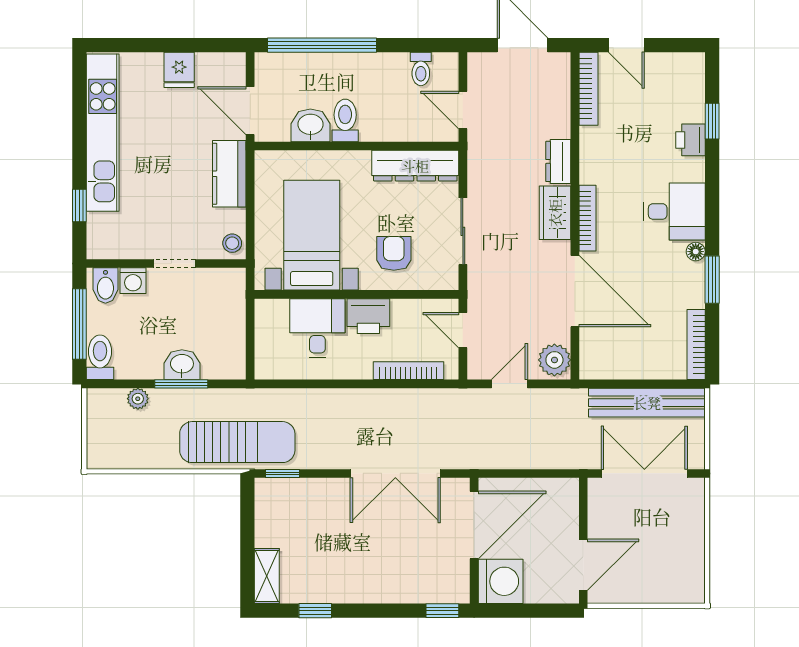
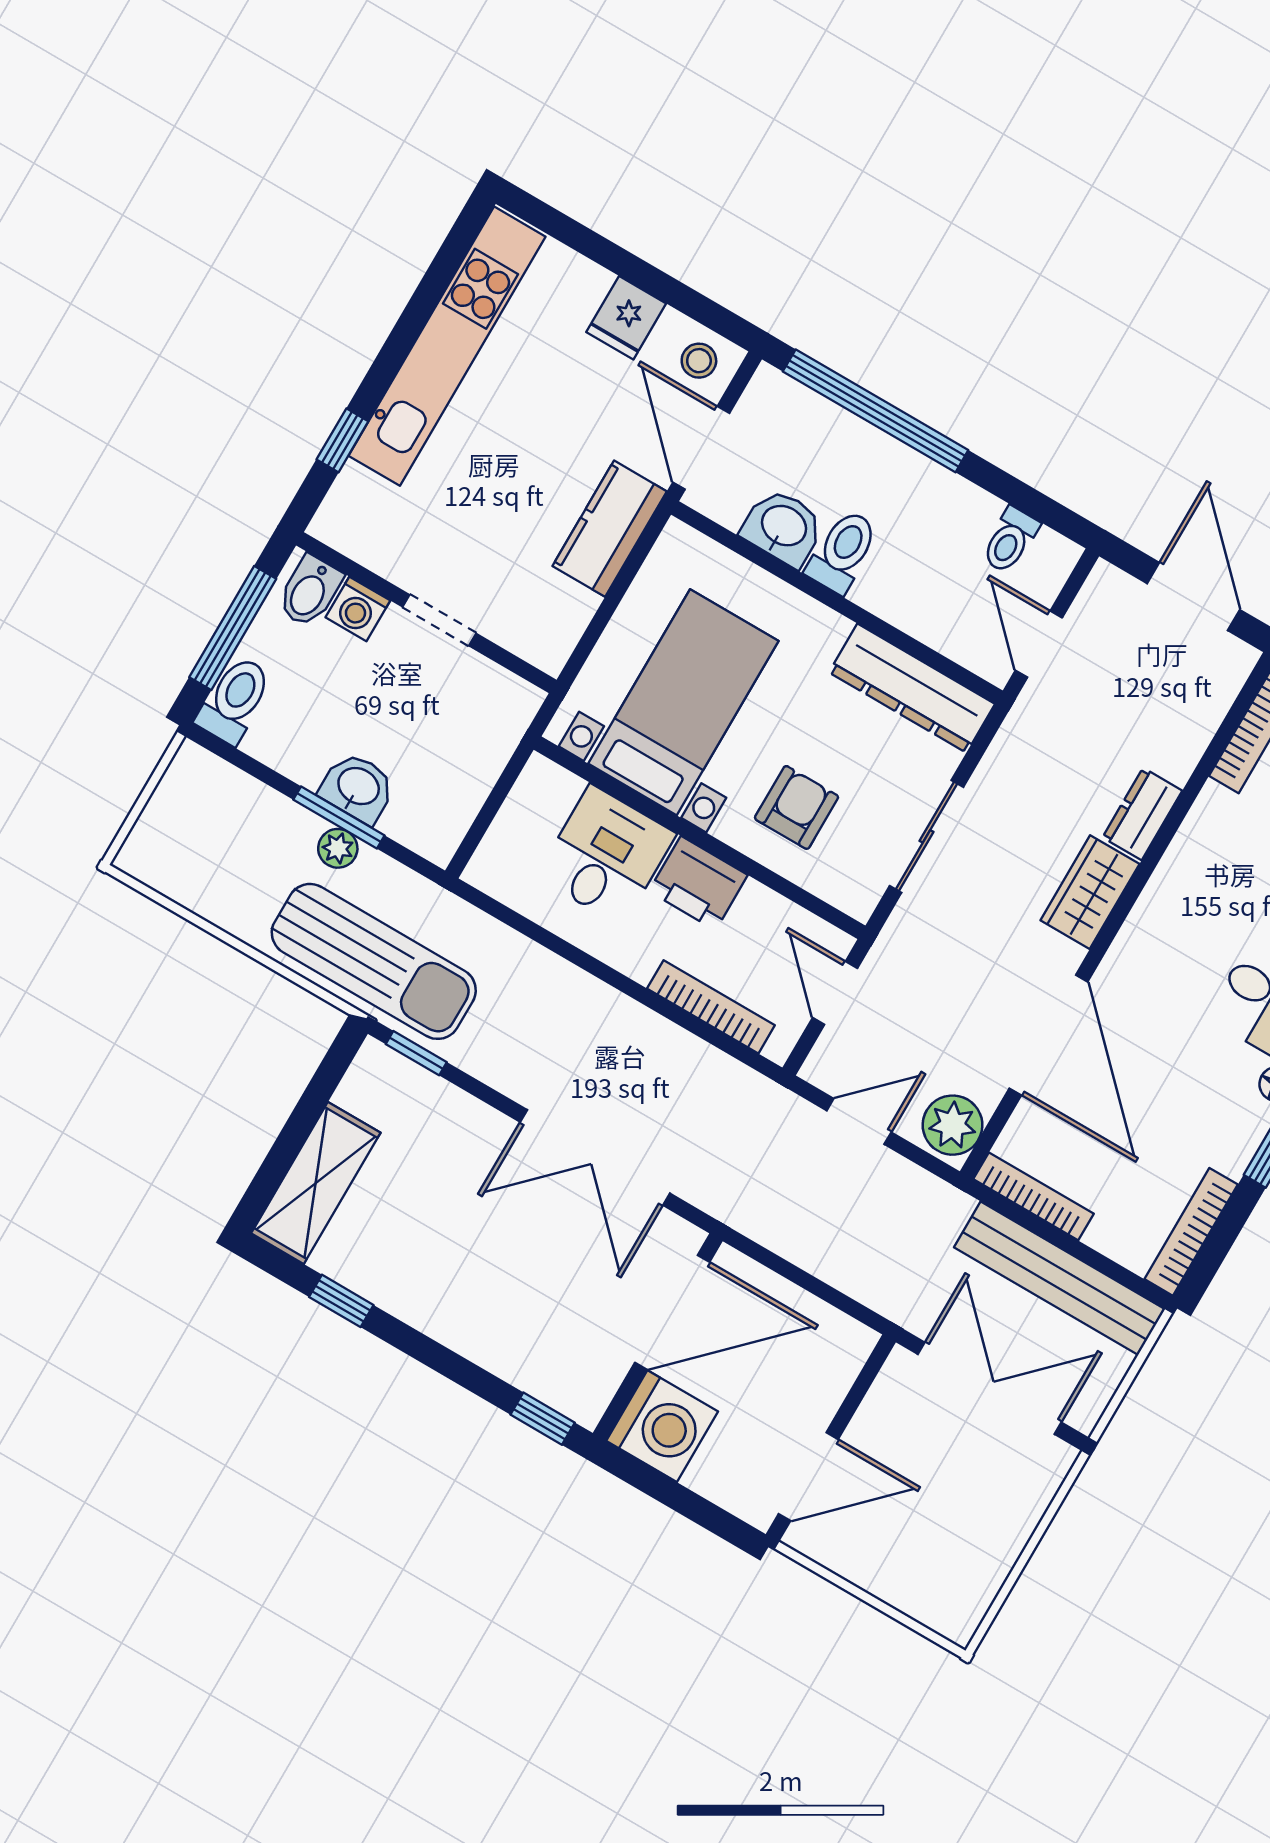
bookcase: (588, 218) -> (1033, 1196), moved, turned -90
stool: (232, 243) -> (699, 361), moved
plant: (138, 399) -> (338, 848), moved
shelving: (267, 576) -> (316, 1183), width x1.50, depth x1.33

